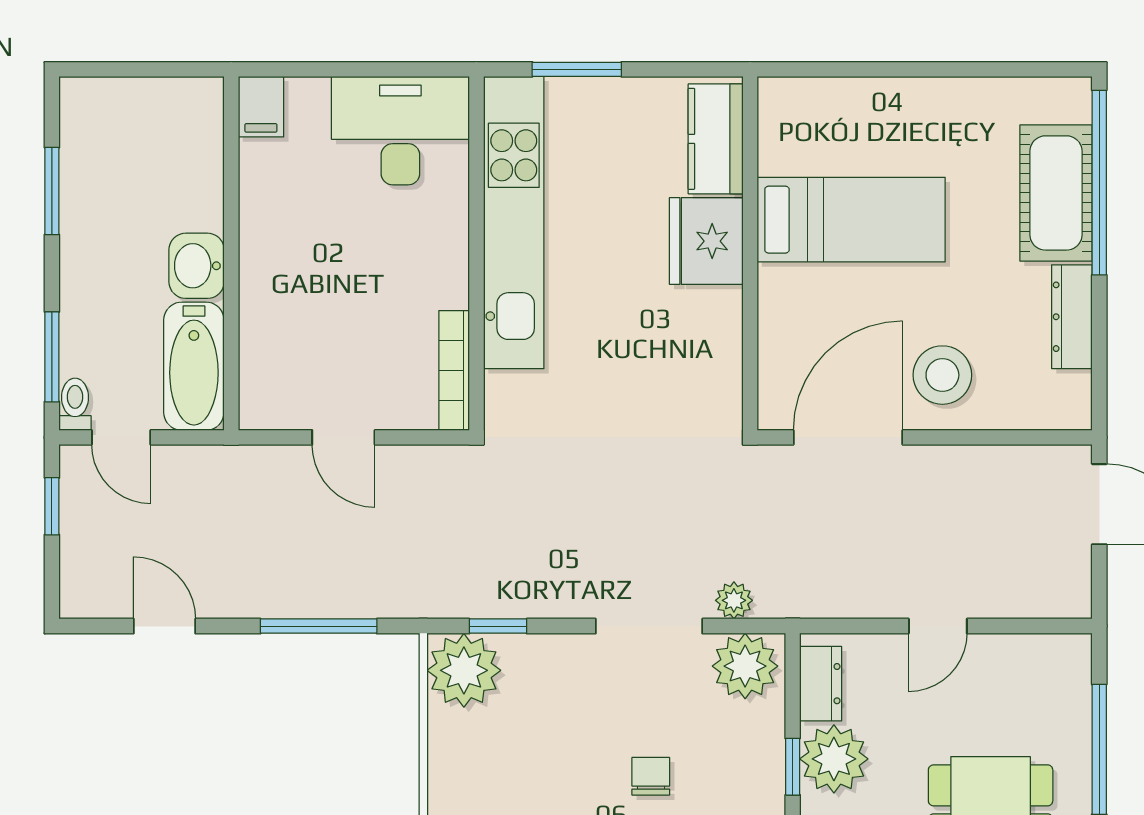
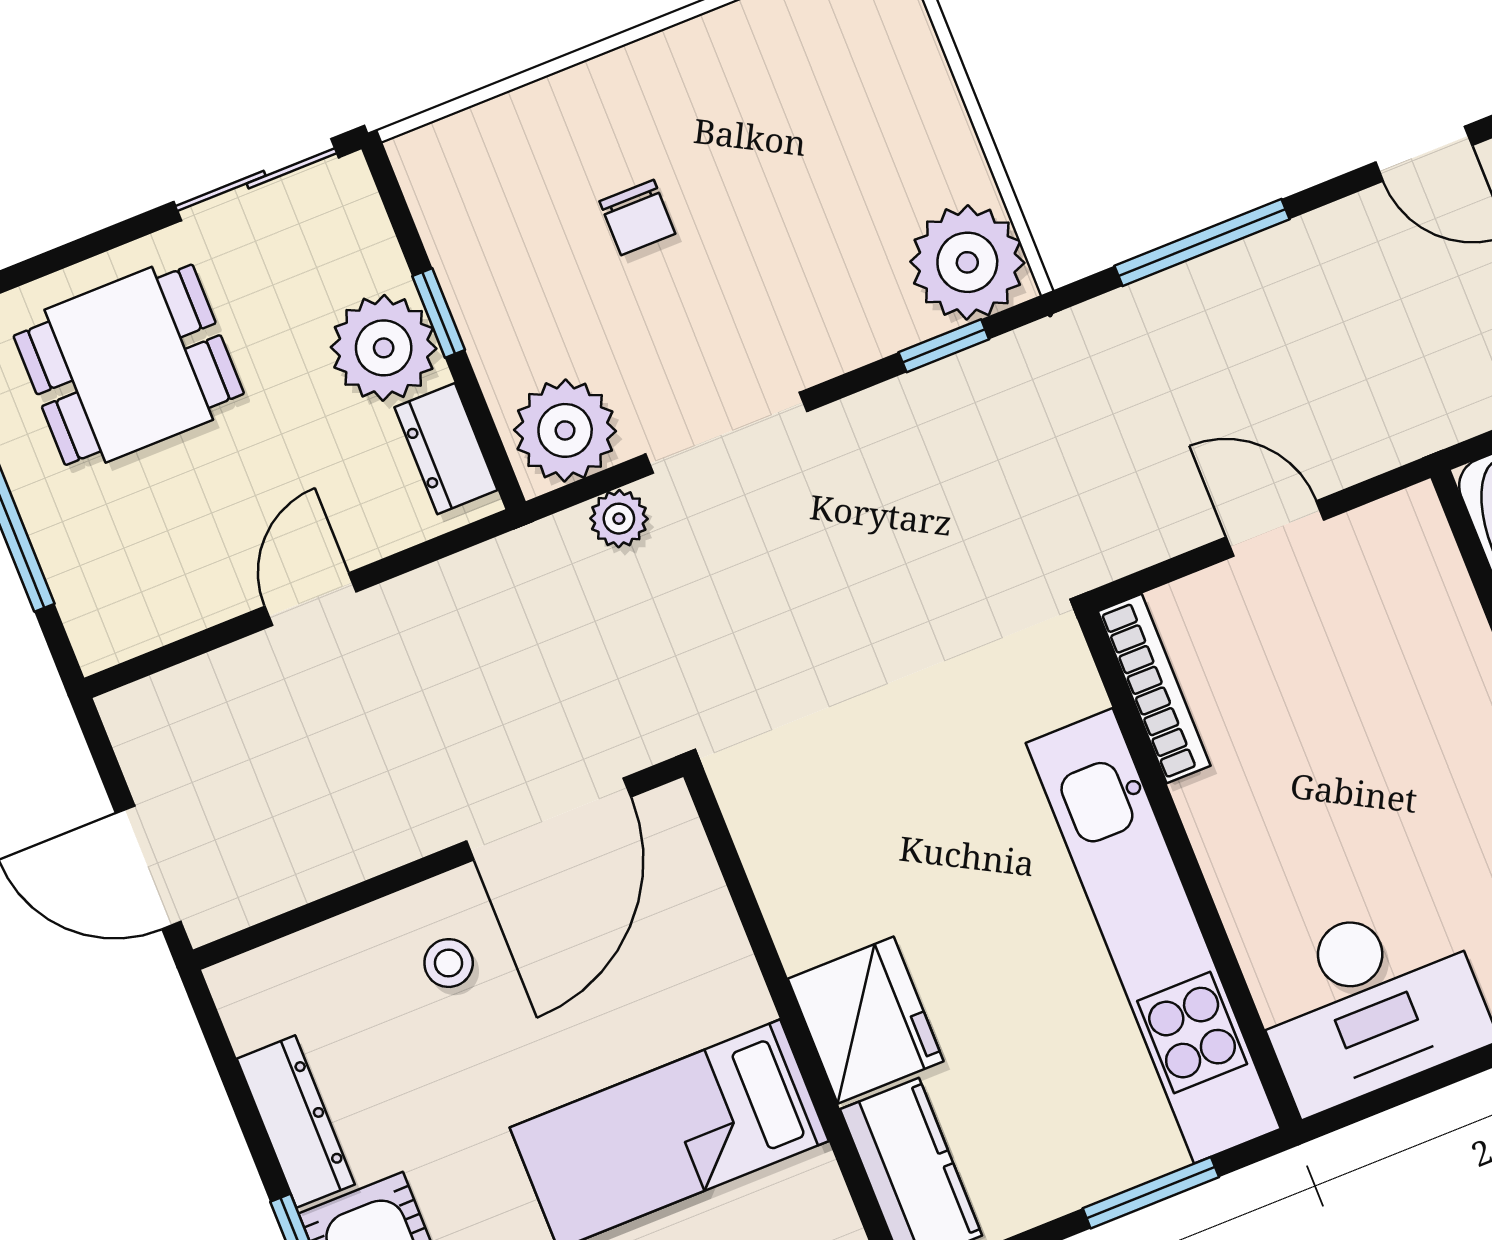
stool: (942, 375) -> (449, 963), width x0.53, depth x0.53

